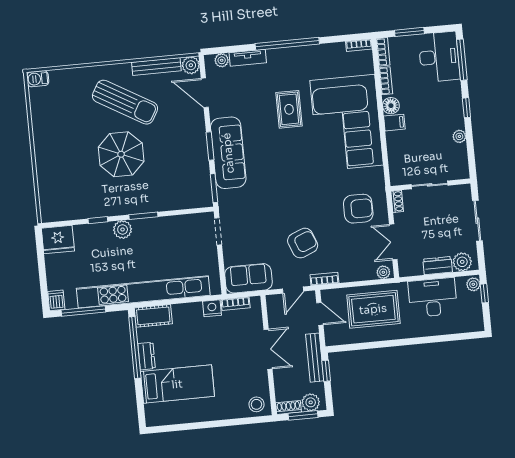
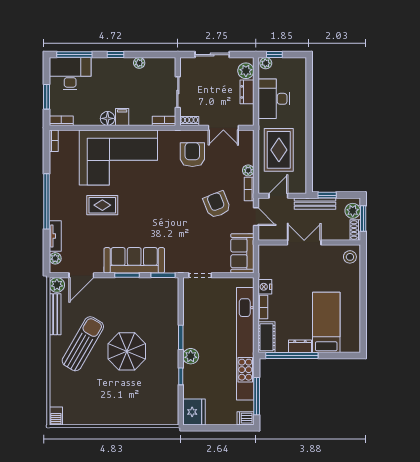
bookcase: (386, 81) -> (164, 121), moved
plant: (383, 272) -> (248, 170), moved
bookcase: (236, 304) -> (263, 307), moved

